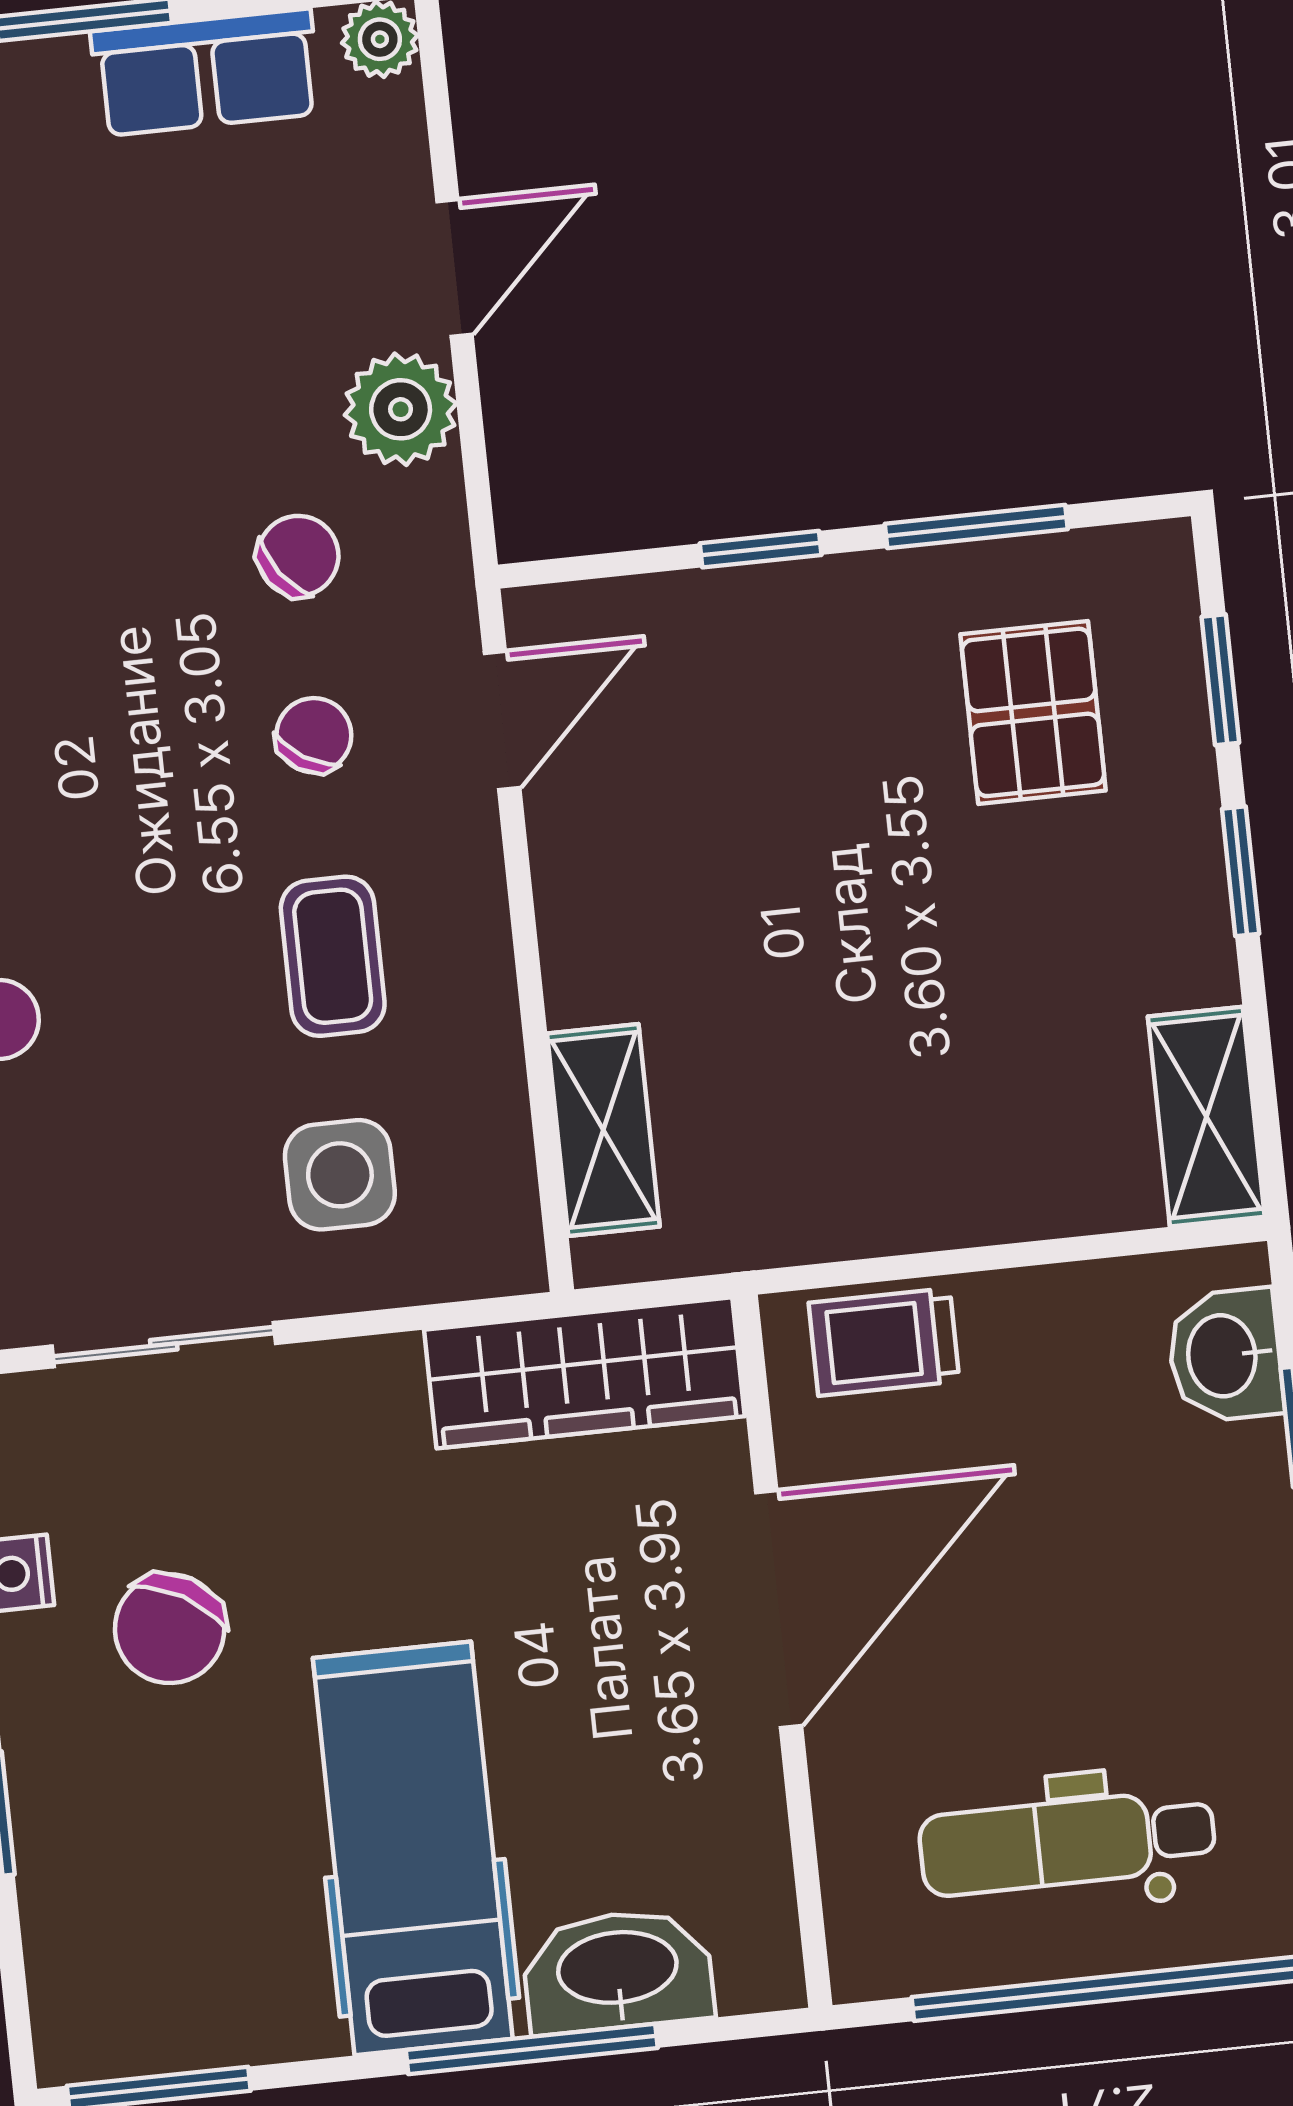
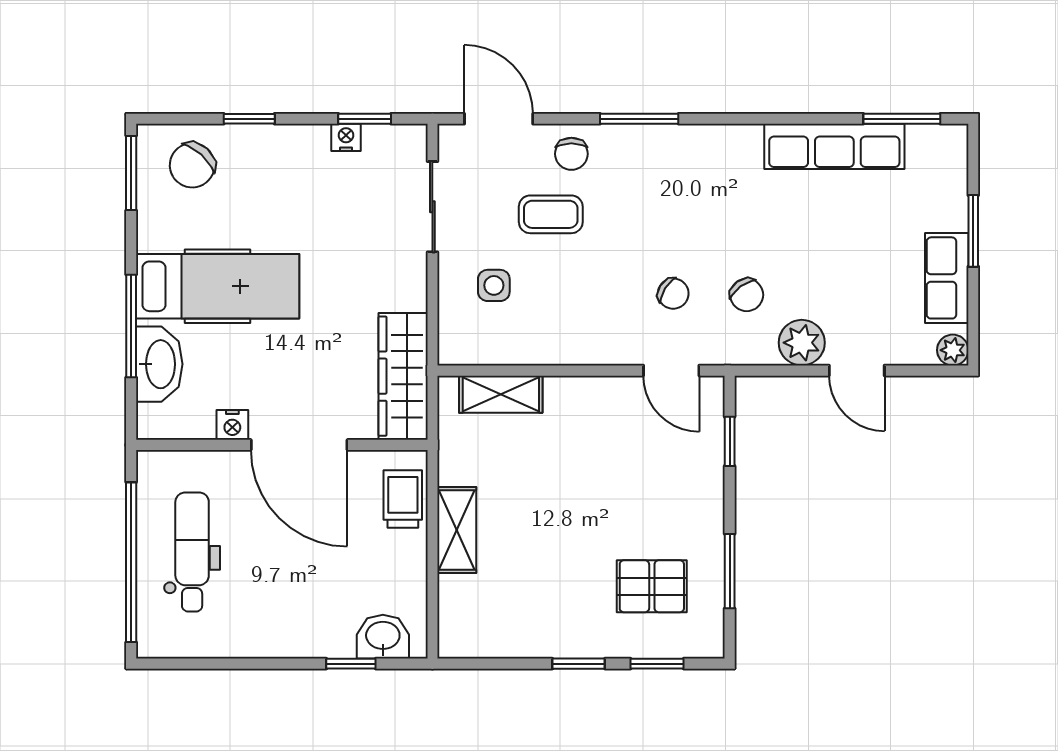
window: (761, 549) -> (730, 441), moved
coffee table: (333, 956) -> (551, 214), moved
shelving: (1206, 1117) -> (457, 530), moved, turned 90
side table: (340, 1175) -> (494, 285), width x0.73, depth x0.73
chair: (170, 1629) -> (192, 165), moved, turned -78
nightstand: (747, 1777) -> (232, 425), added

